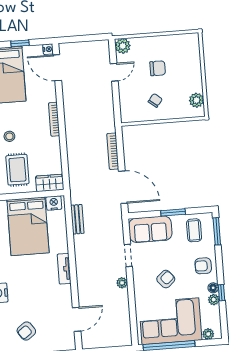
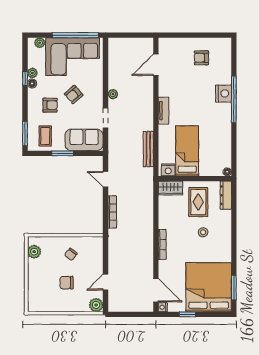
door: (123, 187) -> (106, 179), width x0.53
bench: (77, 219) -> (148, 149), width x1.36
bed: (28, 226) -> (187, 151), width x0.67
armchair: (203, 266) -> (50, 105), moved
armchair: (26, 331) -> (201, 58), turned -144

